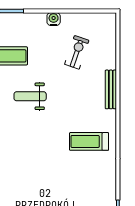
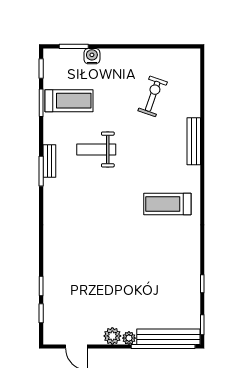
water cooler: (54, 19) -> (92, 56), moved

